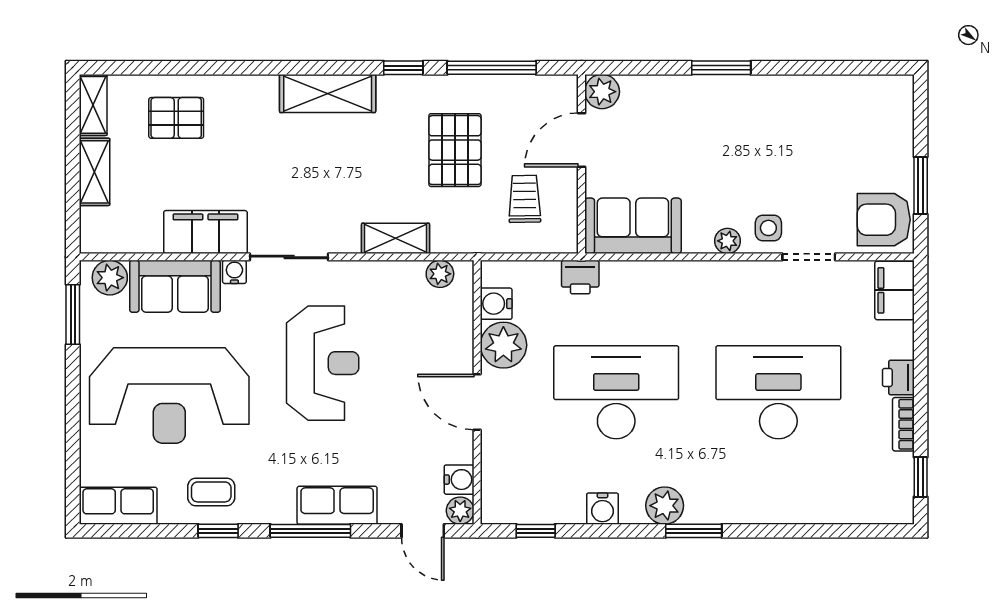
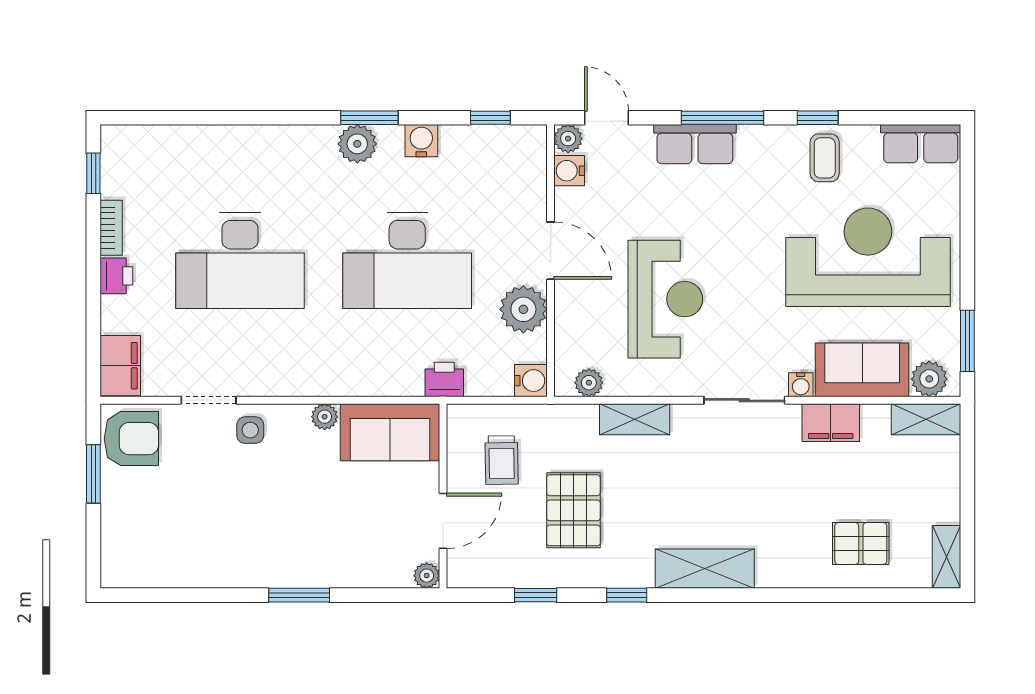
window: (492, 68) -> (536, 595), width x0.46
plant: (602, 92) -> (427, 576), width x0.73, depth x0.73
shelving: (94, 172) -> (926, 419), moved, turned 90
filing cabinet: (205, 232) -> (831, 423), width x0.67, depth x0.86
plant: (727, 241) -> (325, 417), moved
water cooler: (496, 304) -> (531, 381), moved
reception desk: (323, 363) -> (665, 299), moved, turned 180
coffee table: (211, 492) -> (825, 158), turned 90
window: (694, 531) -> (369, 118), moved

